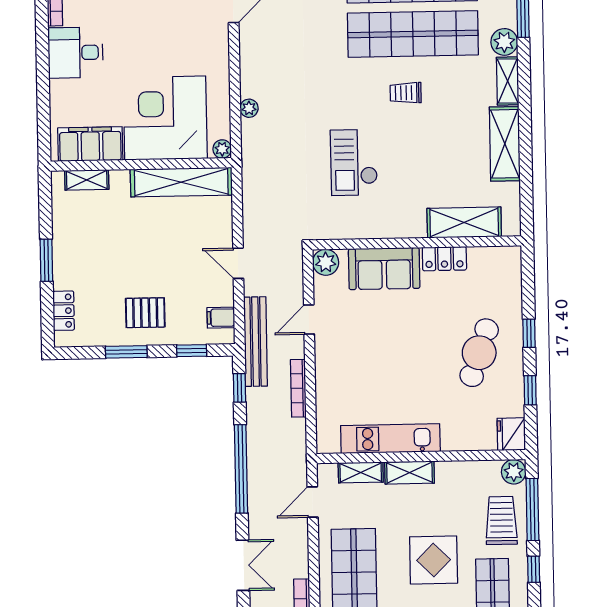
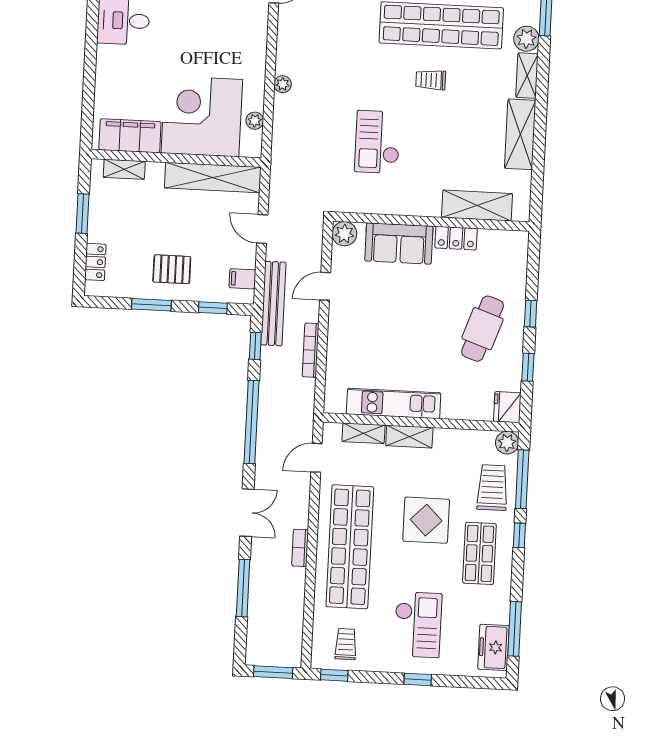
corner desk: (165, 118) -> (202, 116), moved
filing cabinet: (90, 144) -> (130, 136), moved
wall: (141, 164) -> (176, 158), moved
shelving: (87, 180) -> (124, 169), moved
shelving: (181, 182) -> (213, 177), moved

